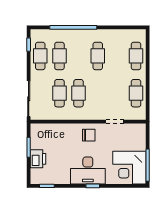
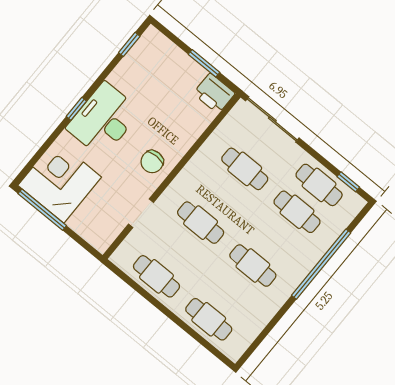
cafe table: (79, 93) -> (201, 223), moved
printer: (38, 159) -> (214, 93), moved

